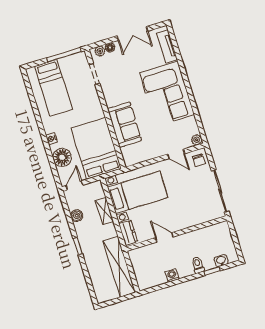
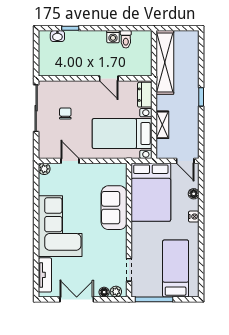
floor lamp: (62, 157) -> (194, 194), width x0.53, depth x0.53
chair: (199, 160) -> (65, 113), moved
door: (74, 185) -> (185, 161), hinge flipped
boiler: (77, 216) -> (193, 129), removed
toilet: (198, 265) -> (126, 39), moved

